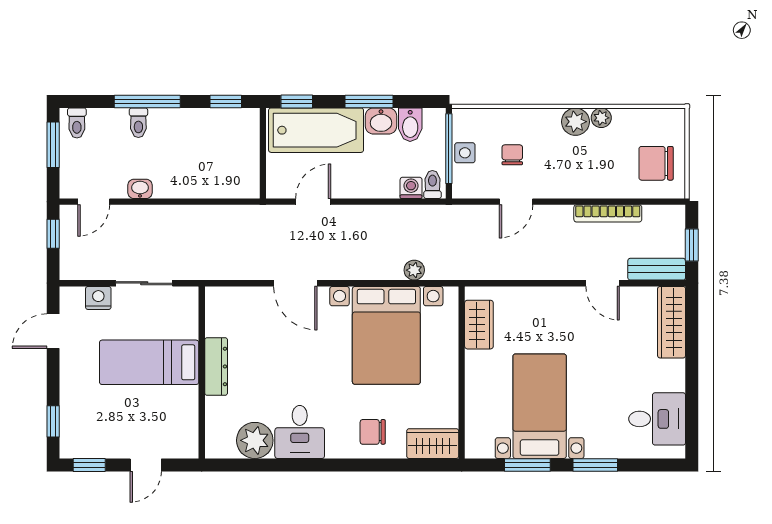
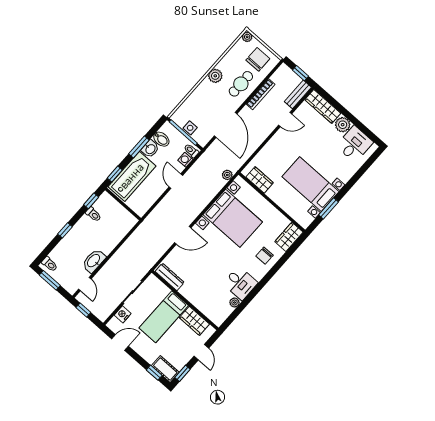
window: (147, 101) -> (65, 230), width x0.46
plant: (601, 118) -> (247, 37), moved
toilet: (138, 123) -> (93, 214), moved
chair: (512, 155) -> (207, 111), removed
chair: (656, 163) -> (258, 59), turned 180
cafe table: (597, 170) -> (241, 84), added
washbasin: (140, 189) -> (94, 261), width x1.91, depth x1.45
door: (313, 202) -> (176, 181), moved
door: (516, 202) -> (226, 125), width x1.88
plant: (414, 270) -> (227, 175), moved
door: (53, 331) -> (120, 342), swing flipped
dresser: (216, 366) -> (170, 277), moved
plant: (671, 376) -> (343, 125), added
wardrobe: (183, 413) -> (194, 321), added
cot: (73, 433) -> (165, 369), added
plant: (255, 440) -> (234, 303), width x0.53, depth x0.53
window: (595, 465) -> (351, 183), removed

